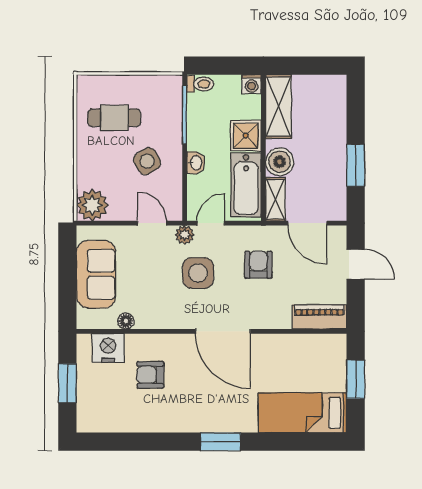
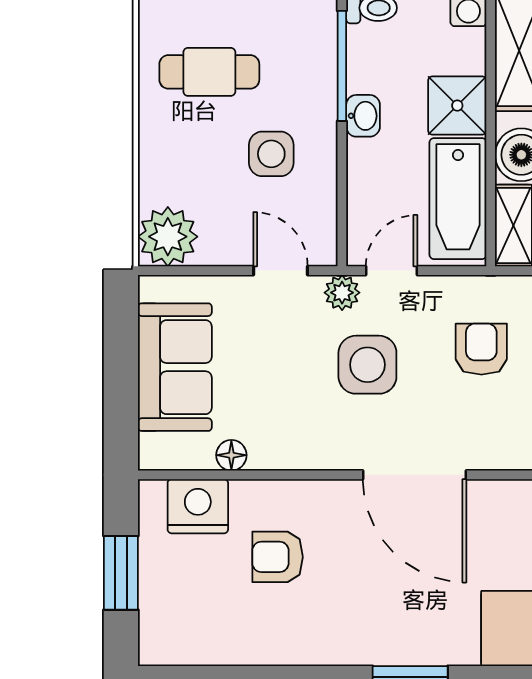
side table: (147, 161) -> (271, 154), turned 31
washbasin: (196, 163) -> (363, 116), moved

